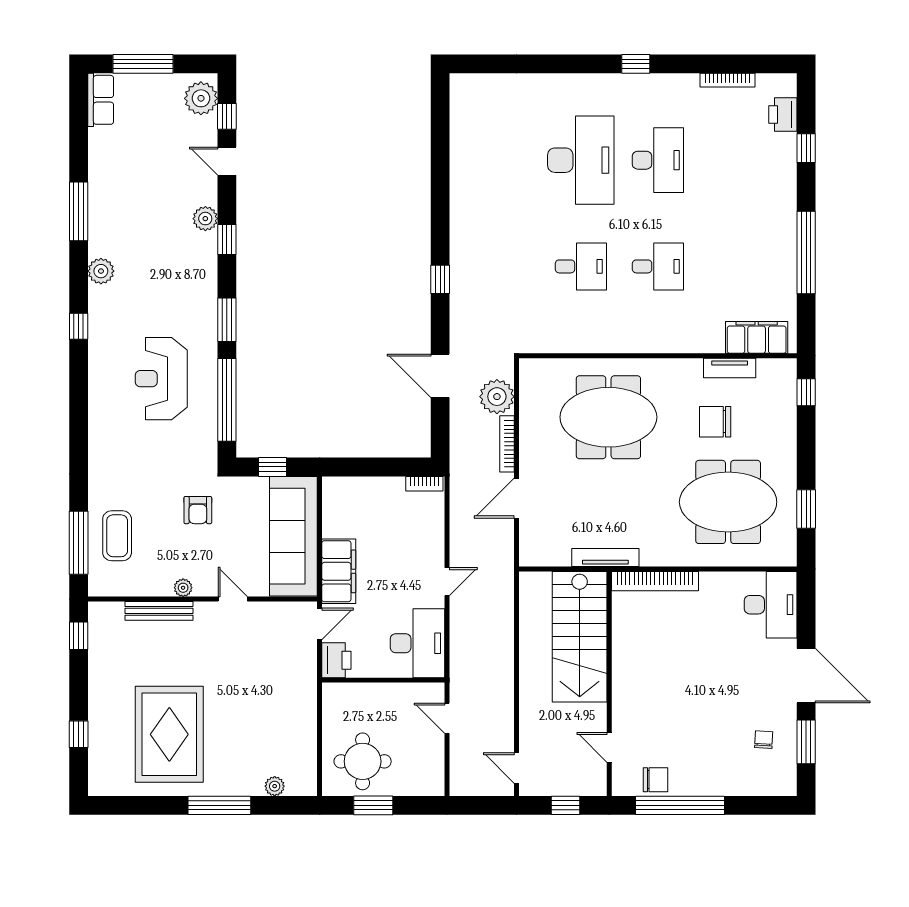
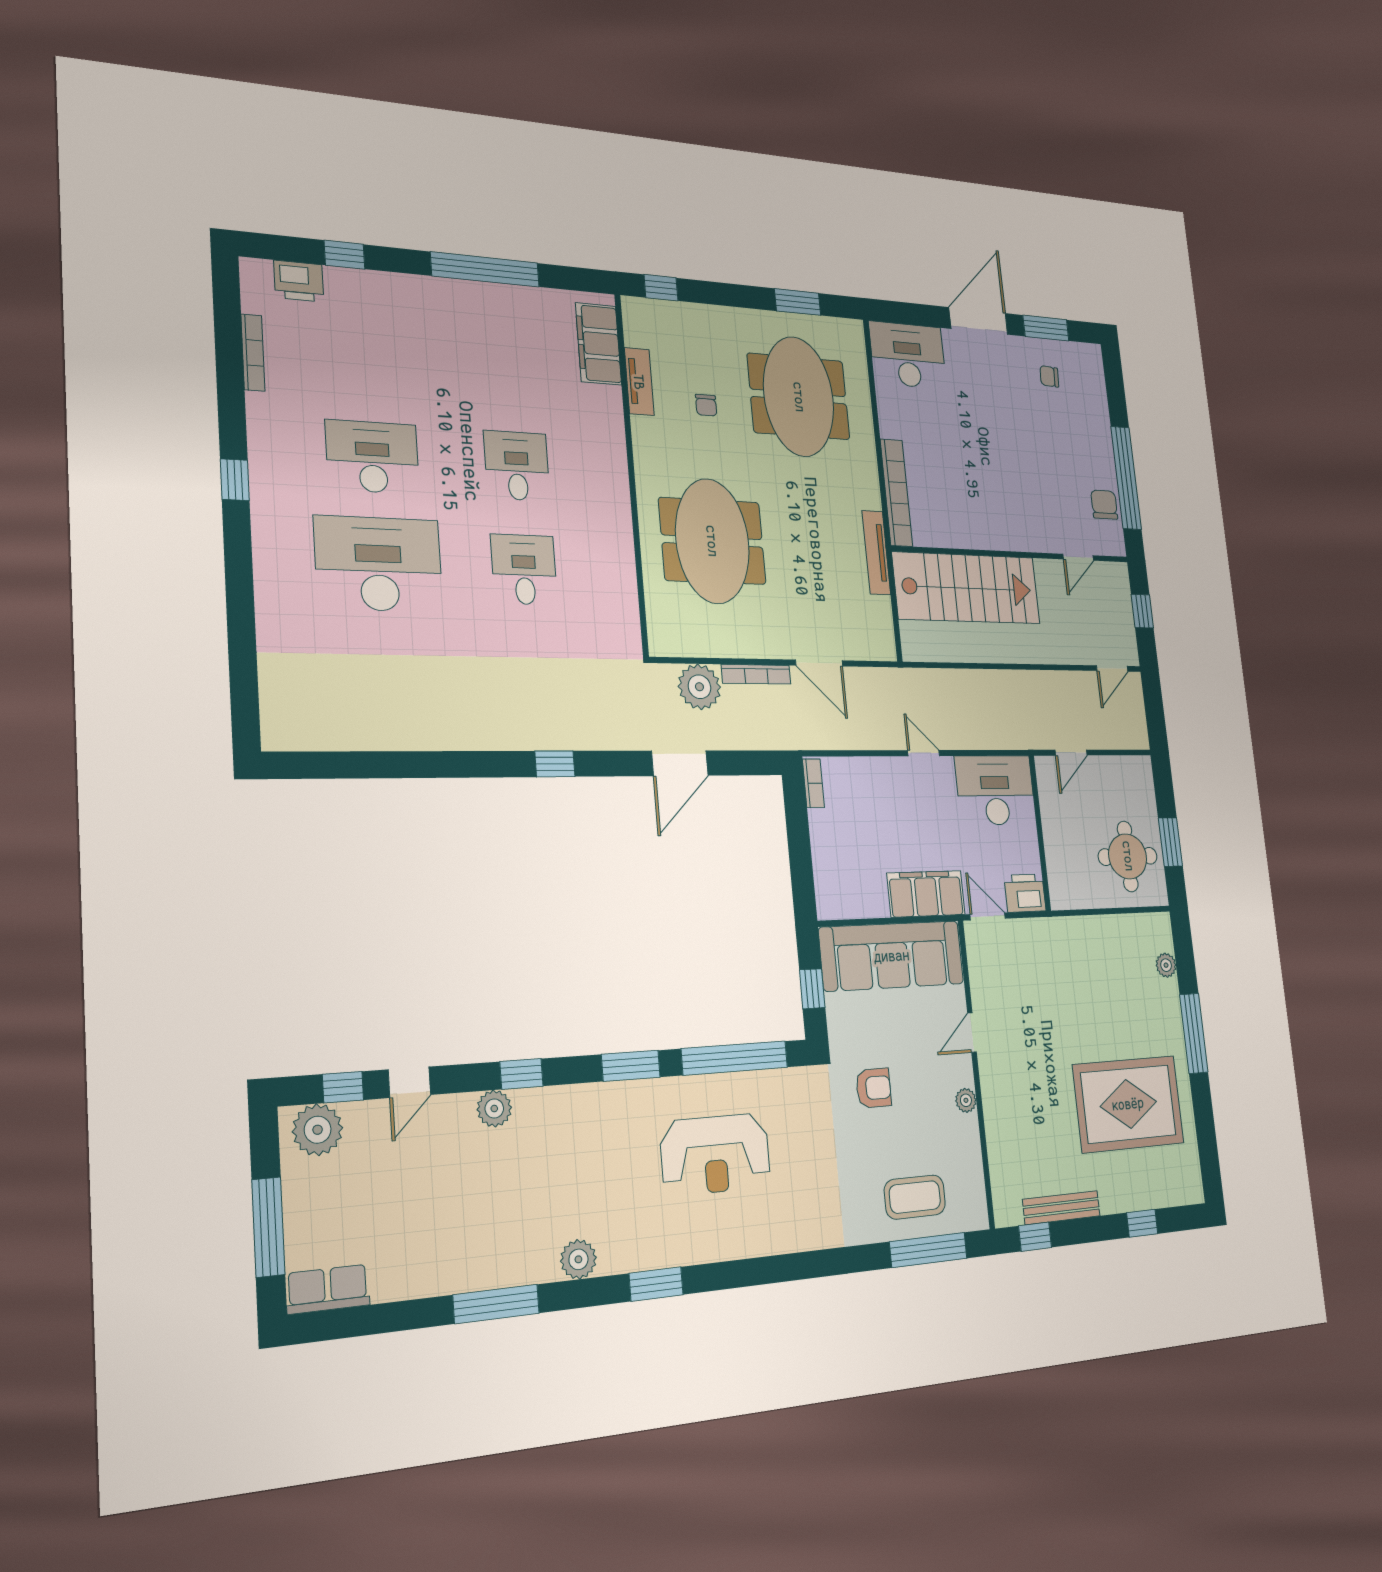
window: (79, 326) -> (656, 1284), width x1.50
chair: (715, 422) -> (706, 405), width x0.54, depth x0.54
bench: (159, 611) -> (1061, 1208), moved, turned 90

